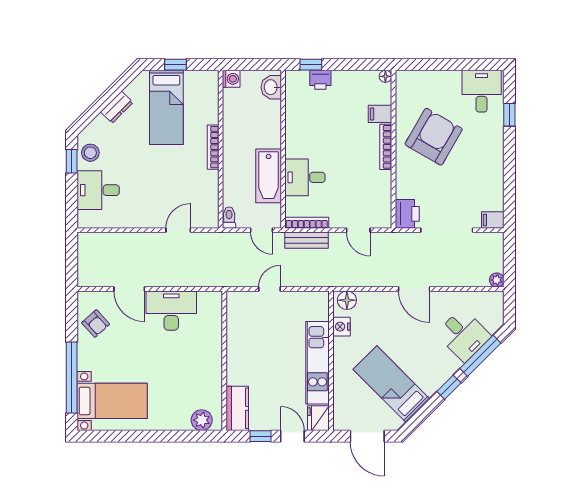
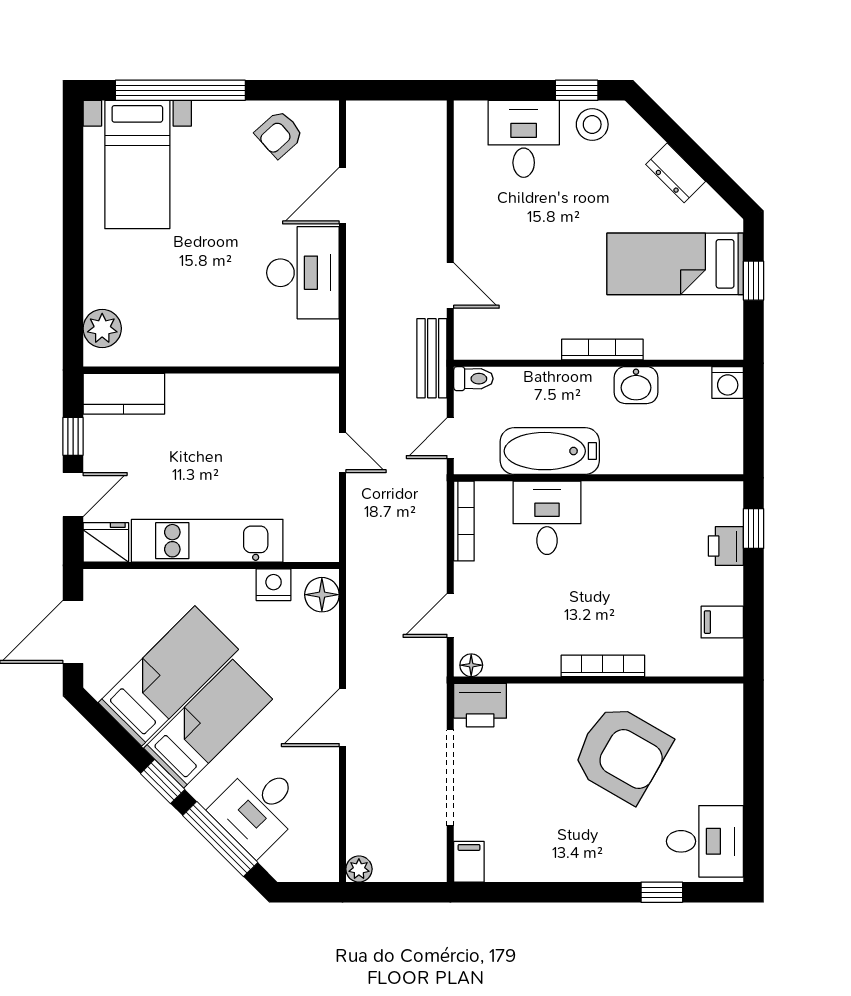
floor lamp: (385, 76) -> (471, 665), moved
washbasin: (271, 87) -> (636, 385), moved, turned 180
filing cabinet: (380, 114) -> (722, 622), moved, turned -90
bench: (307, 240) -> (432, 358), moved
bed: (417, 362) -> (208, 724), added

